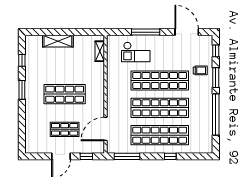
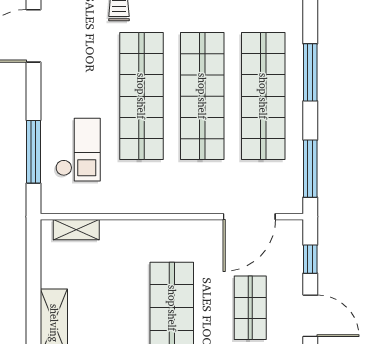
window: (146, 32) -> (33, 152), moved
door: (106, 129) -> (249, 217), hinge flipped
window: (170, 156) -> (310, 72), width x2.17

